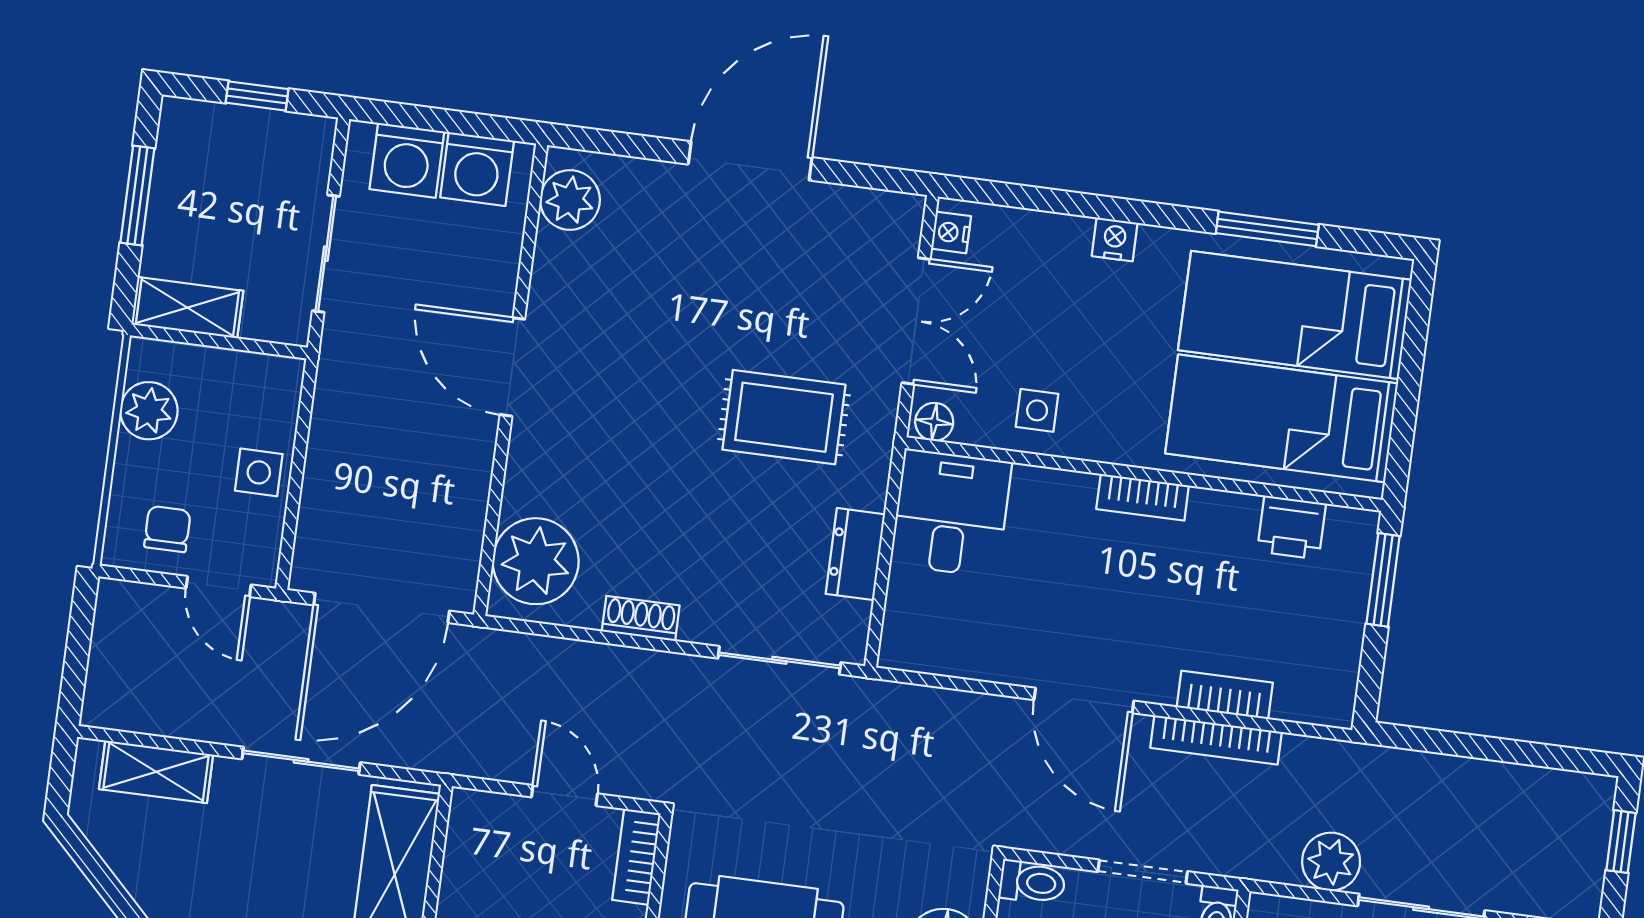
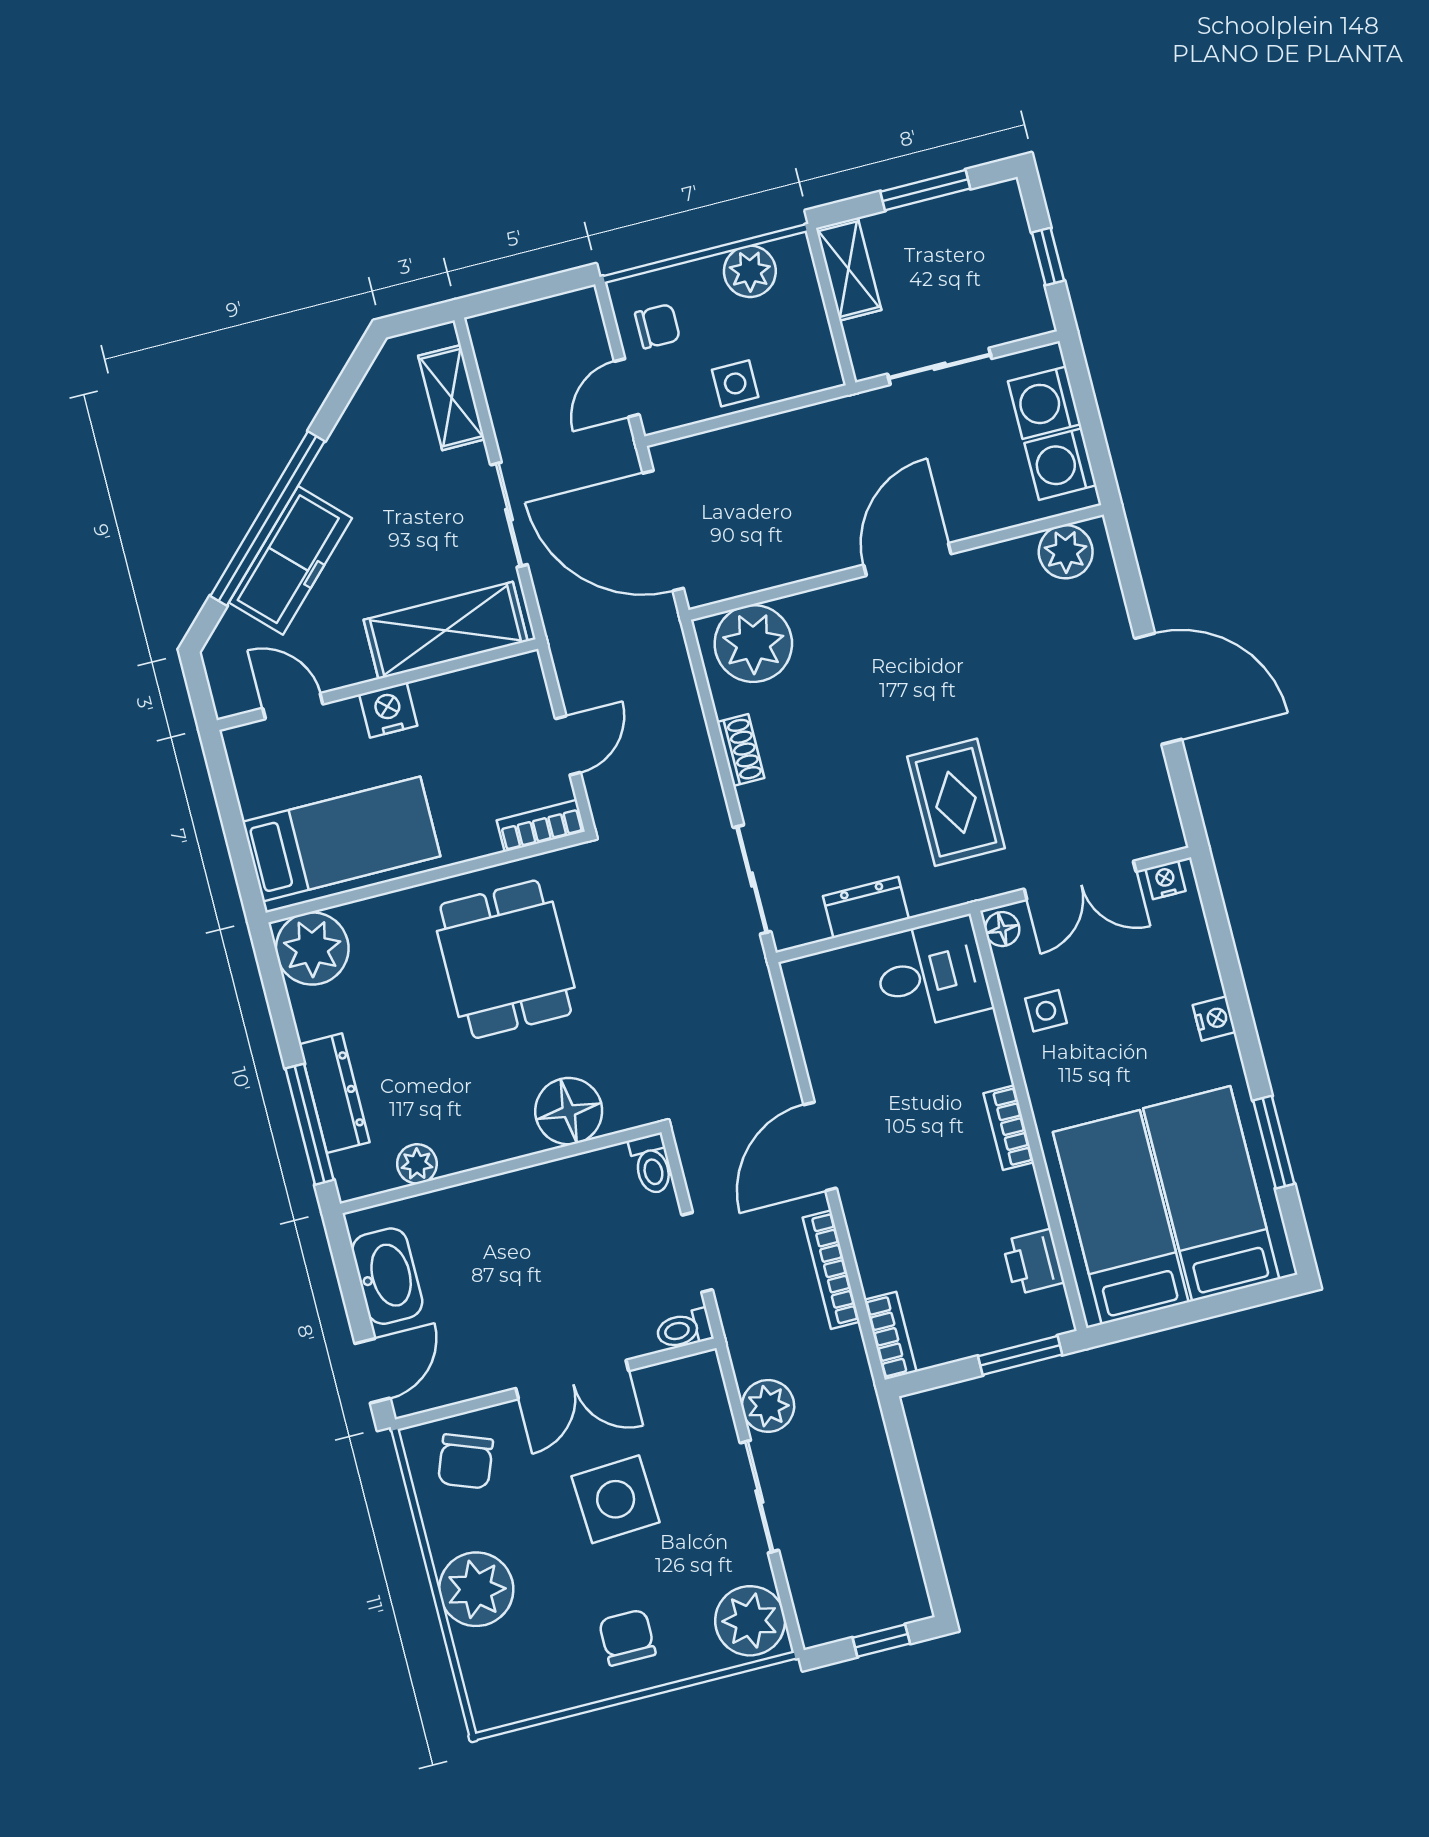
bookcase: (1225, 695) -> (890, 1336), moved

